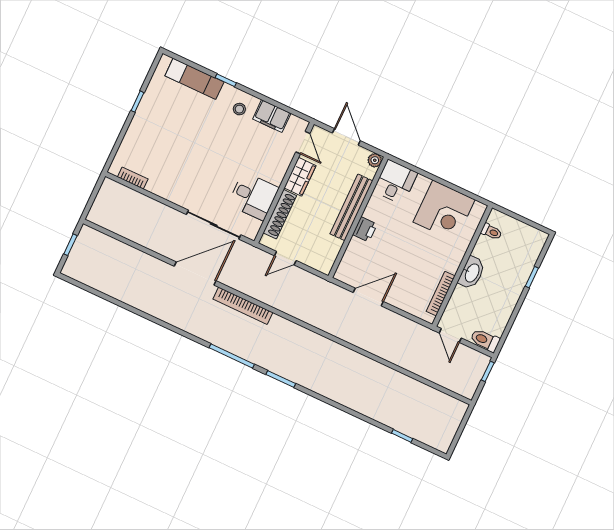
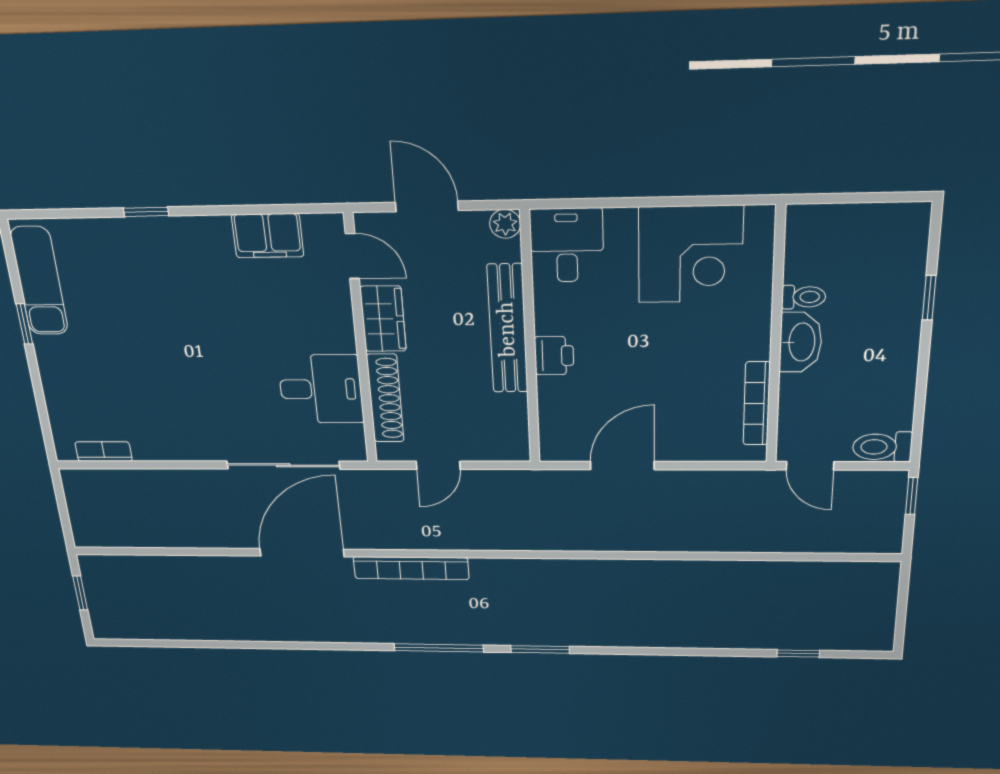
exam couch: (194, 79) -> (39, 281), moved, turned -90
stool: (239, 109) -> (203, 252), removed
toilet: (491, 232) -> (804, 297), moved

